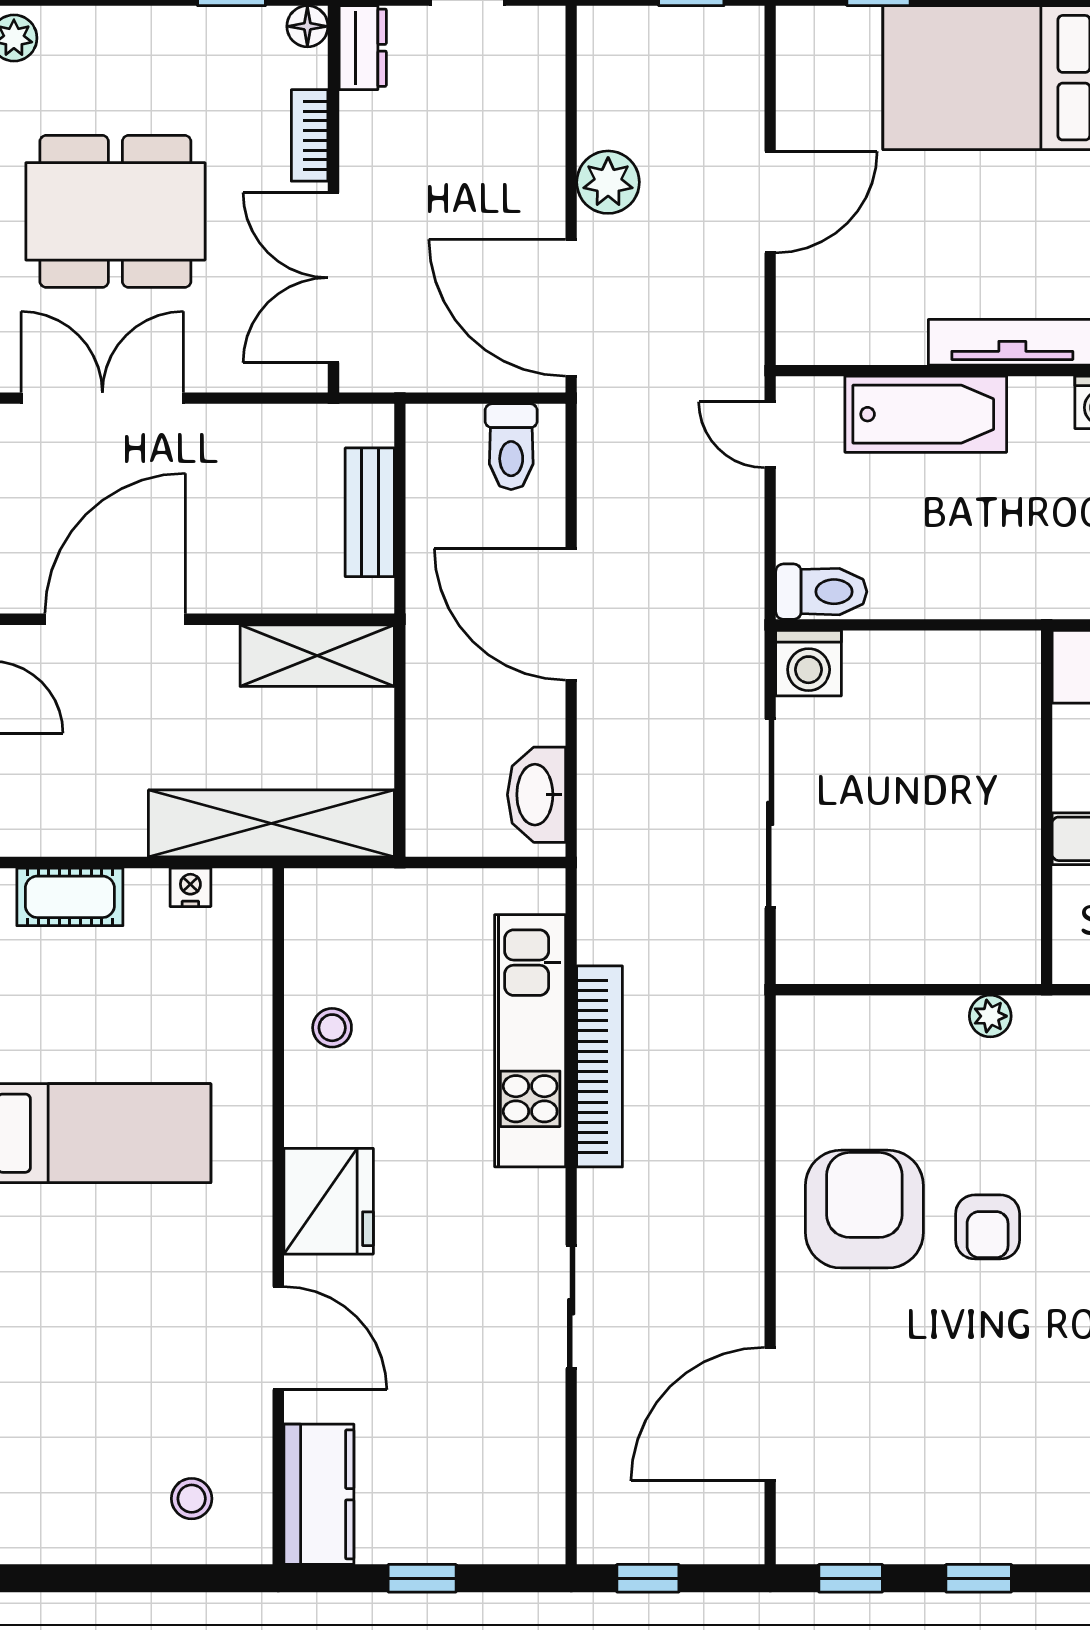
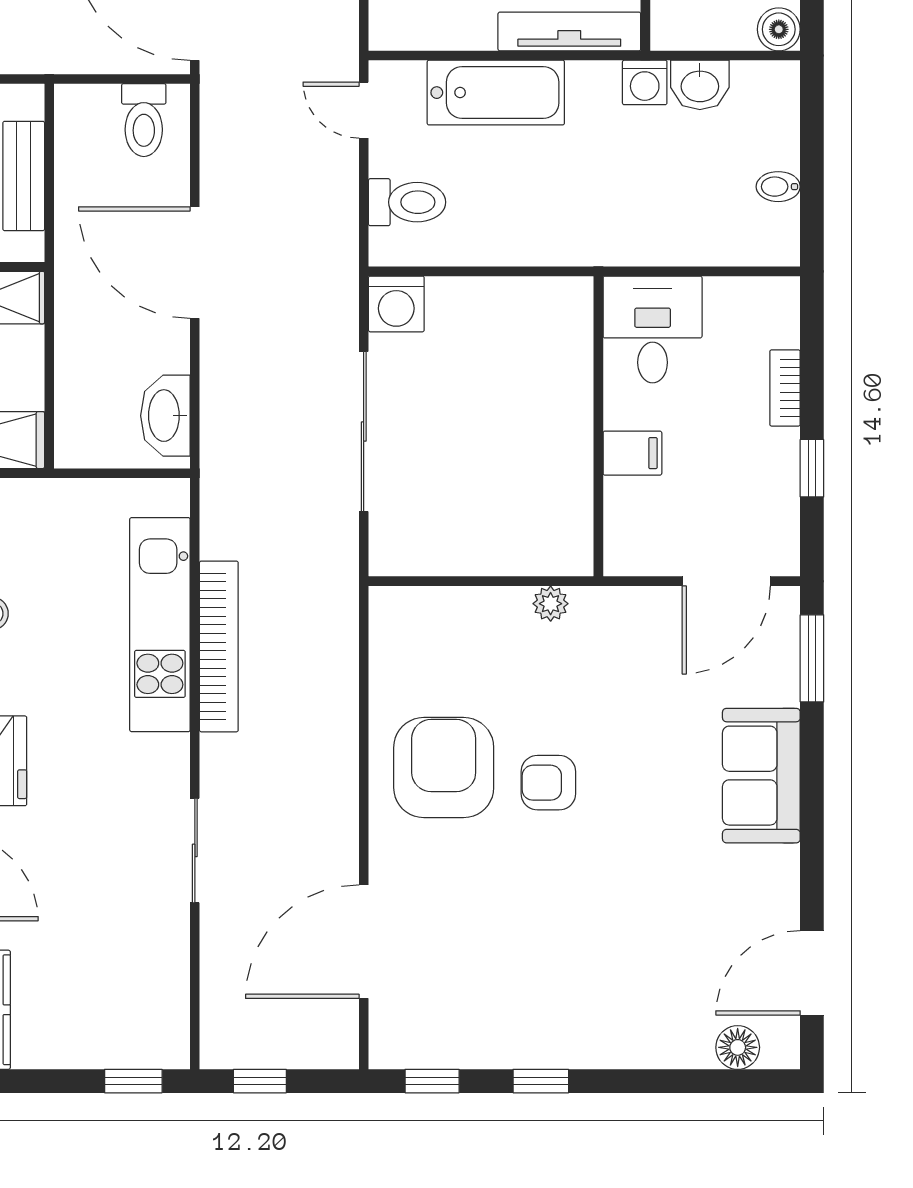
toilet: (821, 592) -> (407, 202), moved
armchair: (988, 1227) -> (548, 783), turned 90
window: (422, 1578) -> (133, 1081), moved

